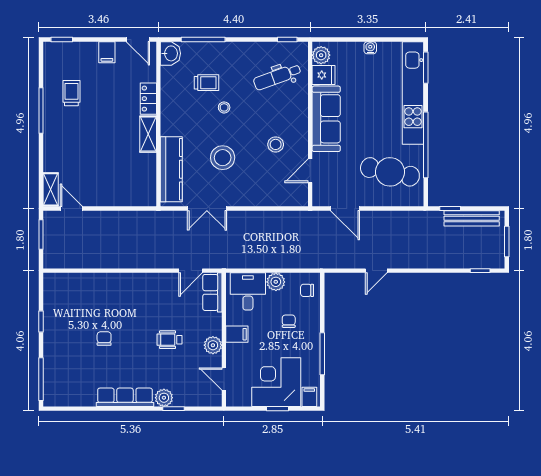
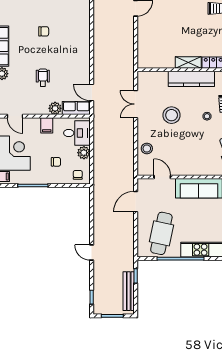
stool: (276, 144) -> (147, 149), moved
kitchen counter: (171, 169) -> (191, 79), moved
door: (376, 271) -> (92, 253), moved
plant: (213, 345) -> (55, 108), moved
door: (224, 379) -> (15, 116), swing flipped

